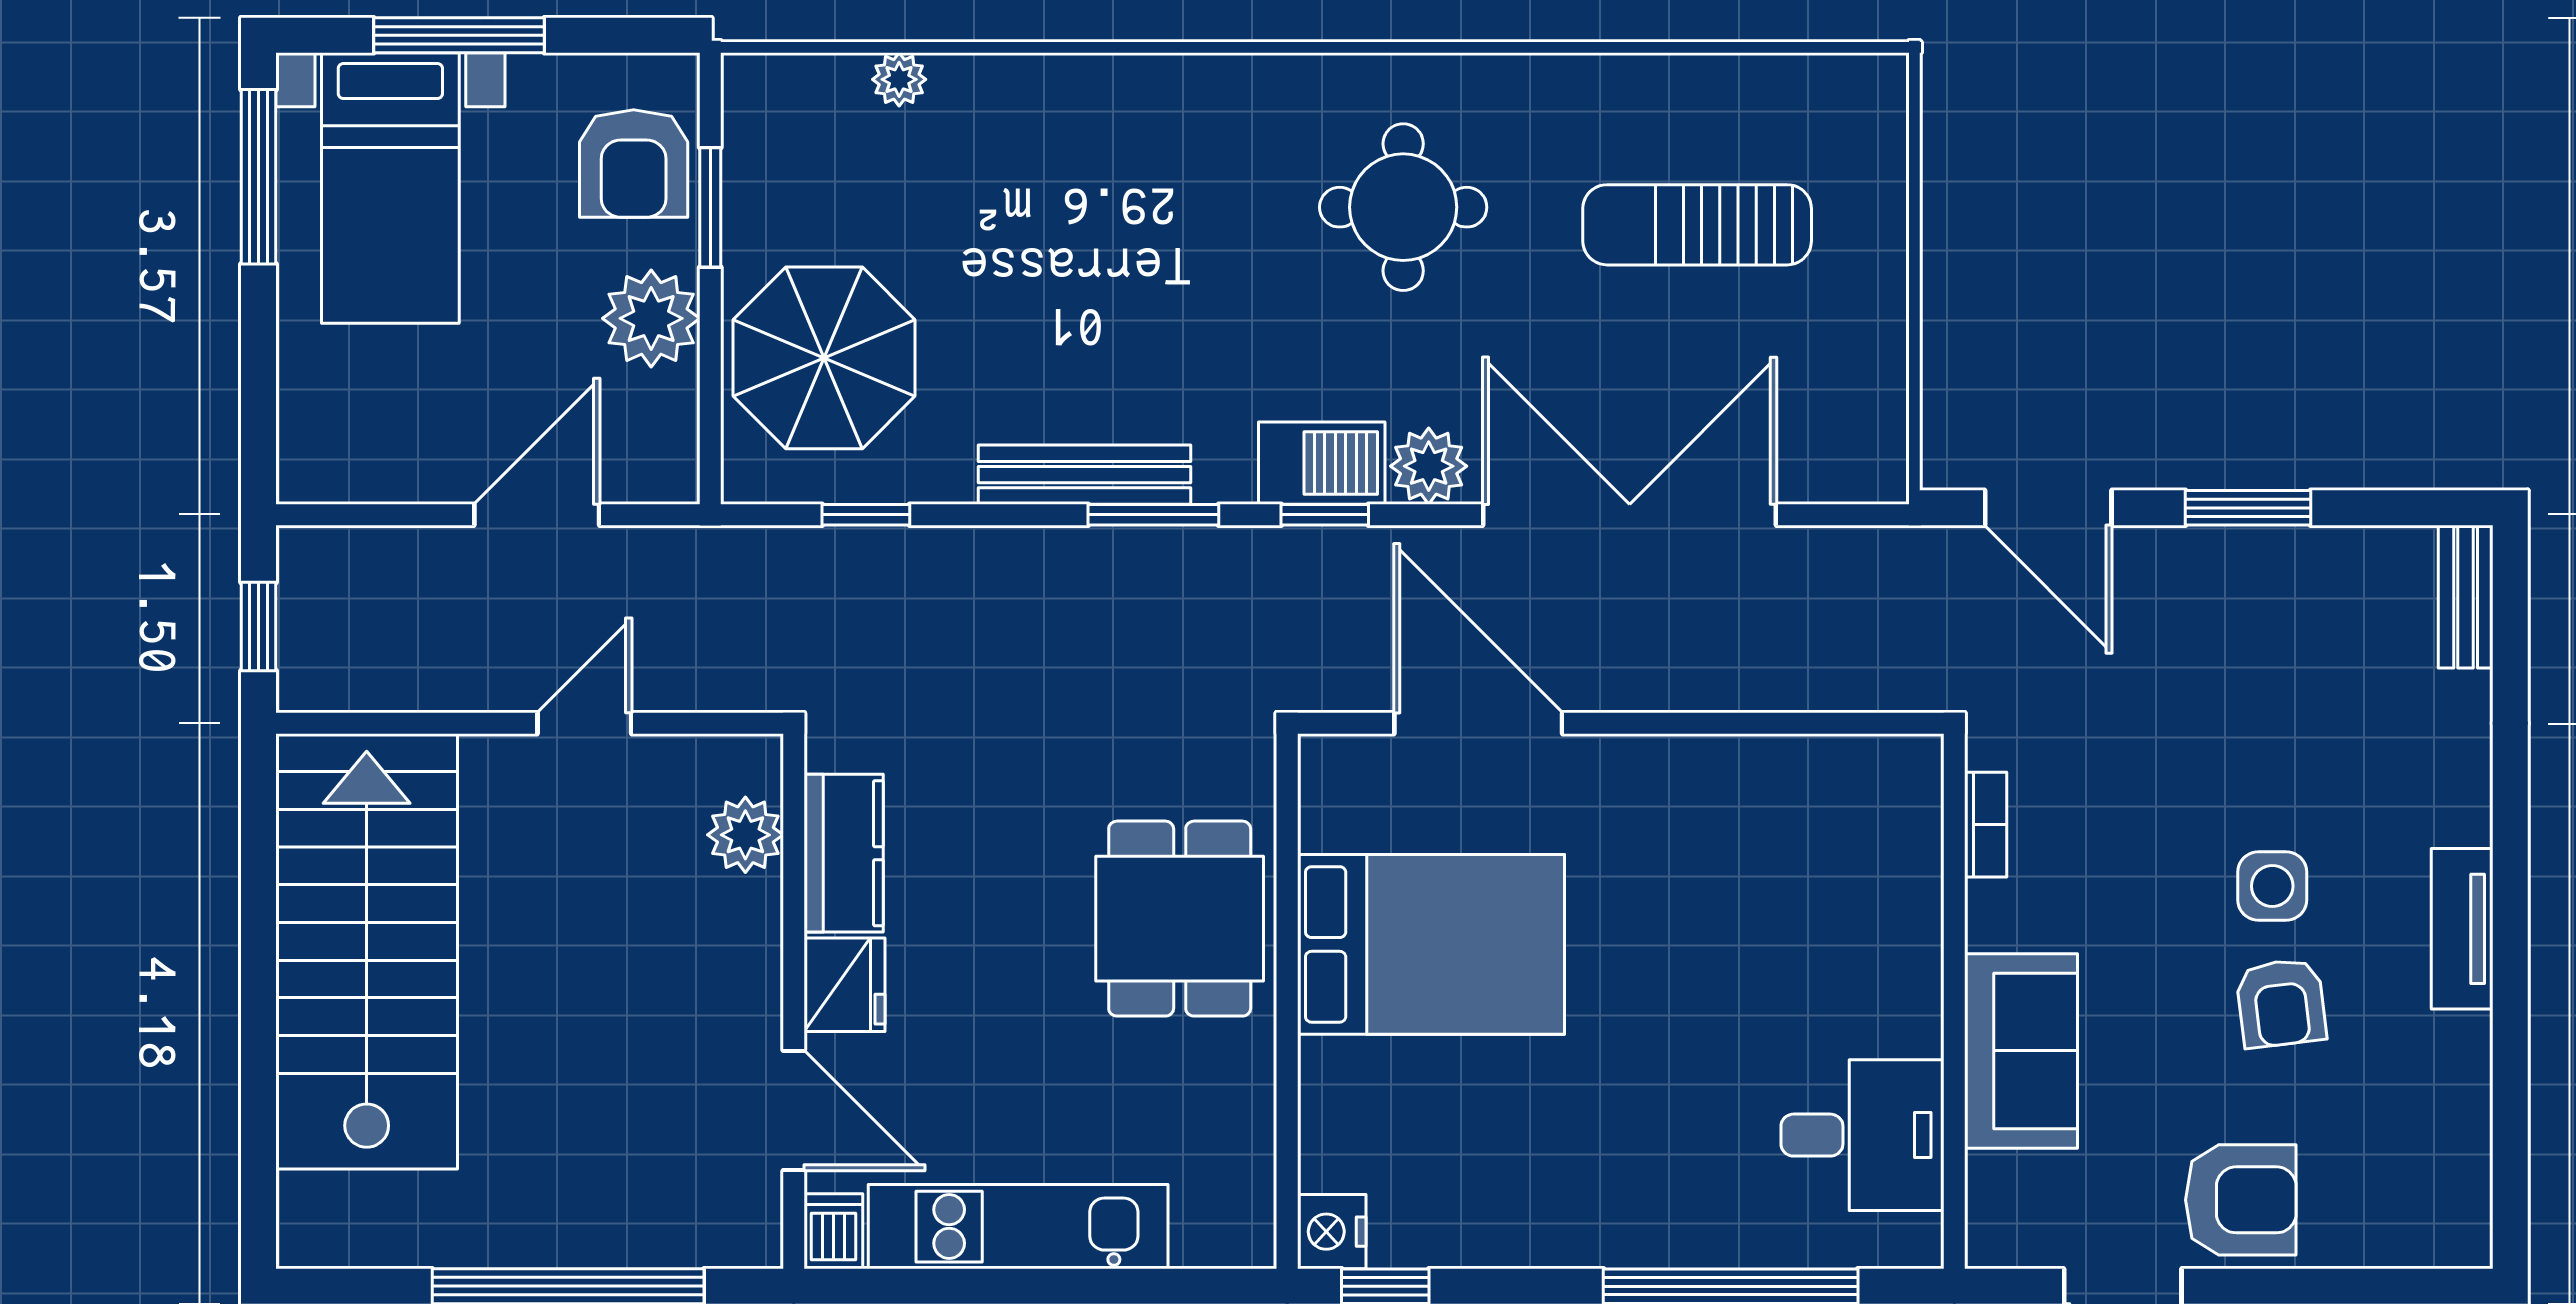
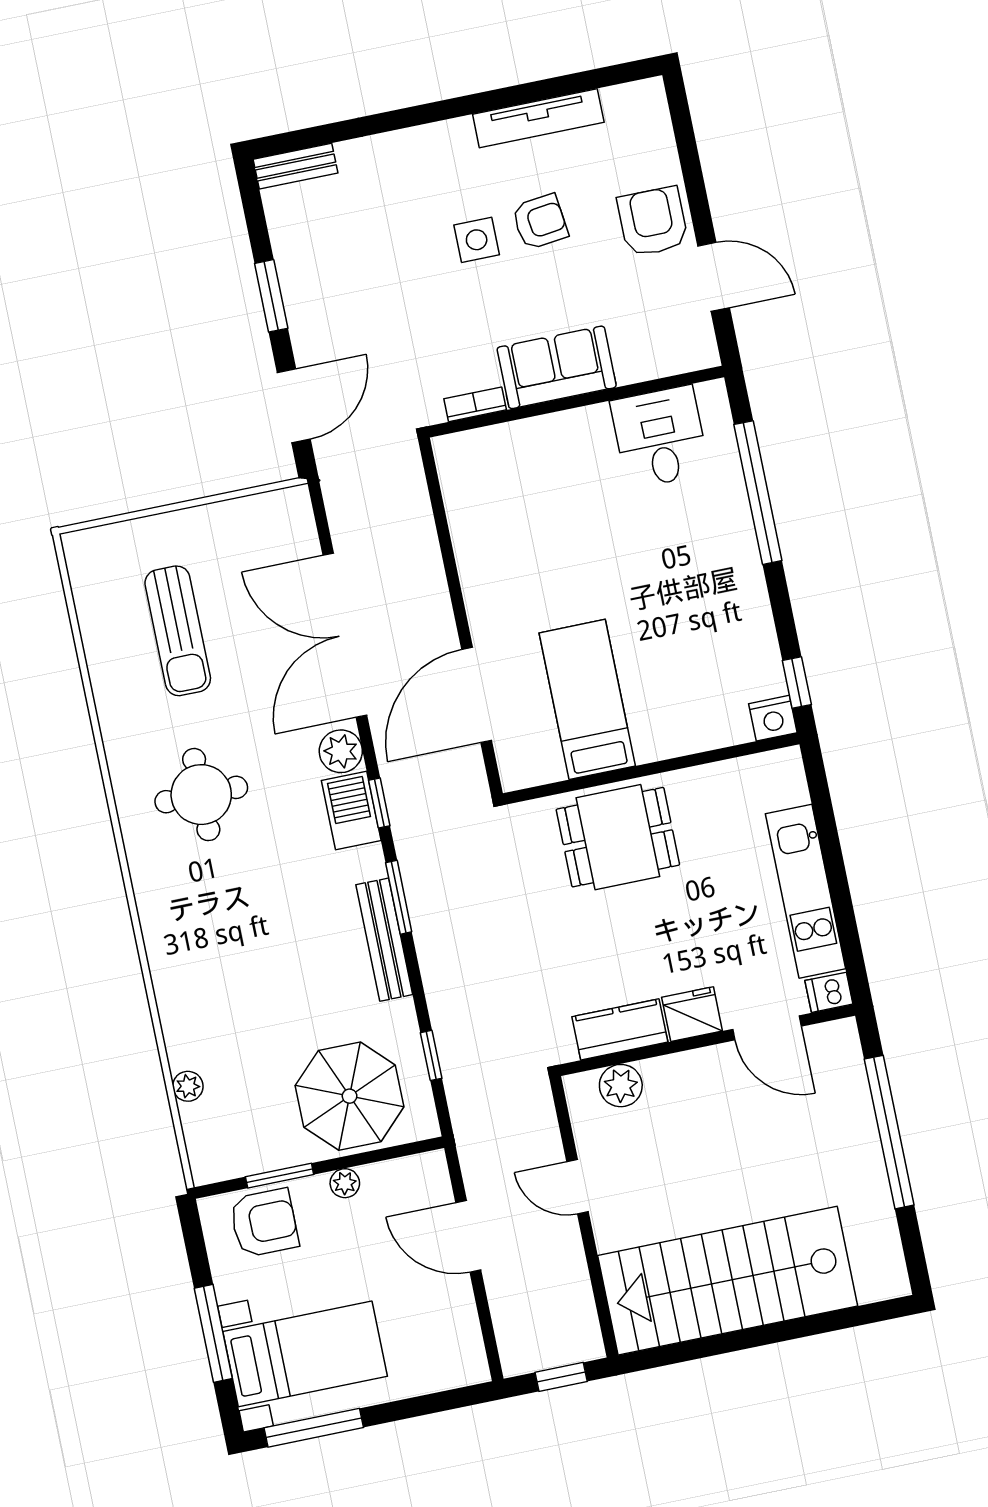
plant: (651, 318) -> (345, 1183), width x0.53, depth x0.53
tv unit: (2462, 929) -> (538, 118), moved, width x1.41
bed: (1431, 944) -> (587, 699), width x0.67
sofa: (2021, 1051) -> (557, 367), moved
door: (794, 1110) -> (767, 1028), swing flipped

